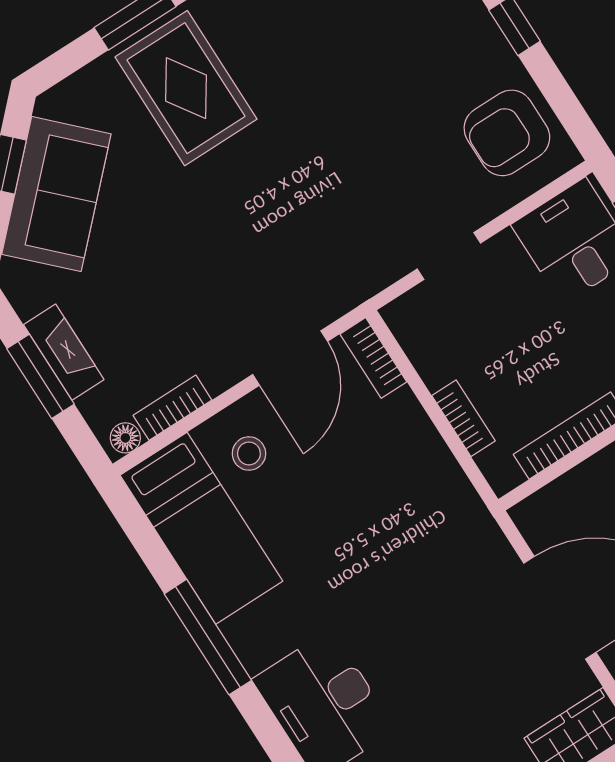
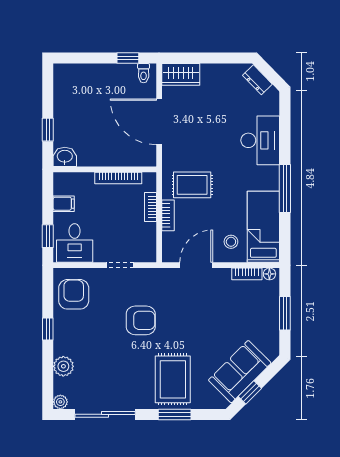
armchair: (507, 133) -> (74, 294), turned -90
armchair: (332, 168) -> (141, 320), added
fireplace: (64, 352) -> (272, 316), removed
bookcase: (373, 358) -> (168, 215), moved
rug: (406, 520) -> (192, 185), added

